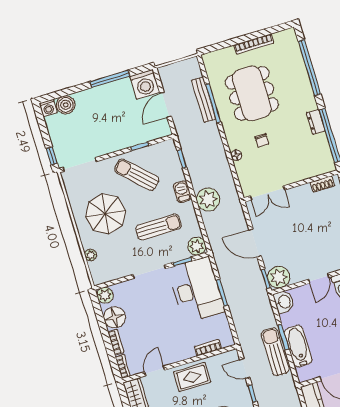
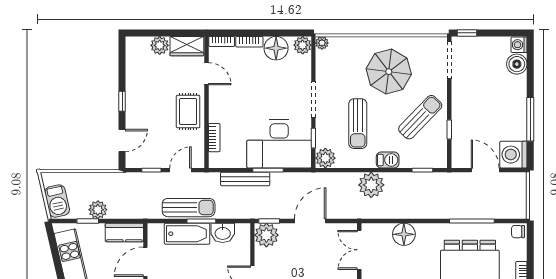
bench: (204, 100) -> (245, 179), moved
chair: (262, 140) -> (518, 232), moved
floor lamp: (236, 155) -> (404, 234), width x1.89, depth x1.89
plant: (91, 255) -> (322, 43), moved
washbasin: (284, 302) -> (223, 233), moved

